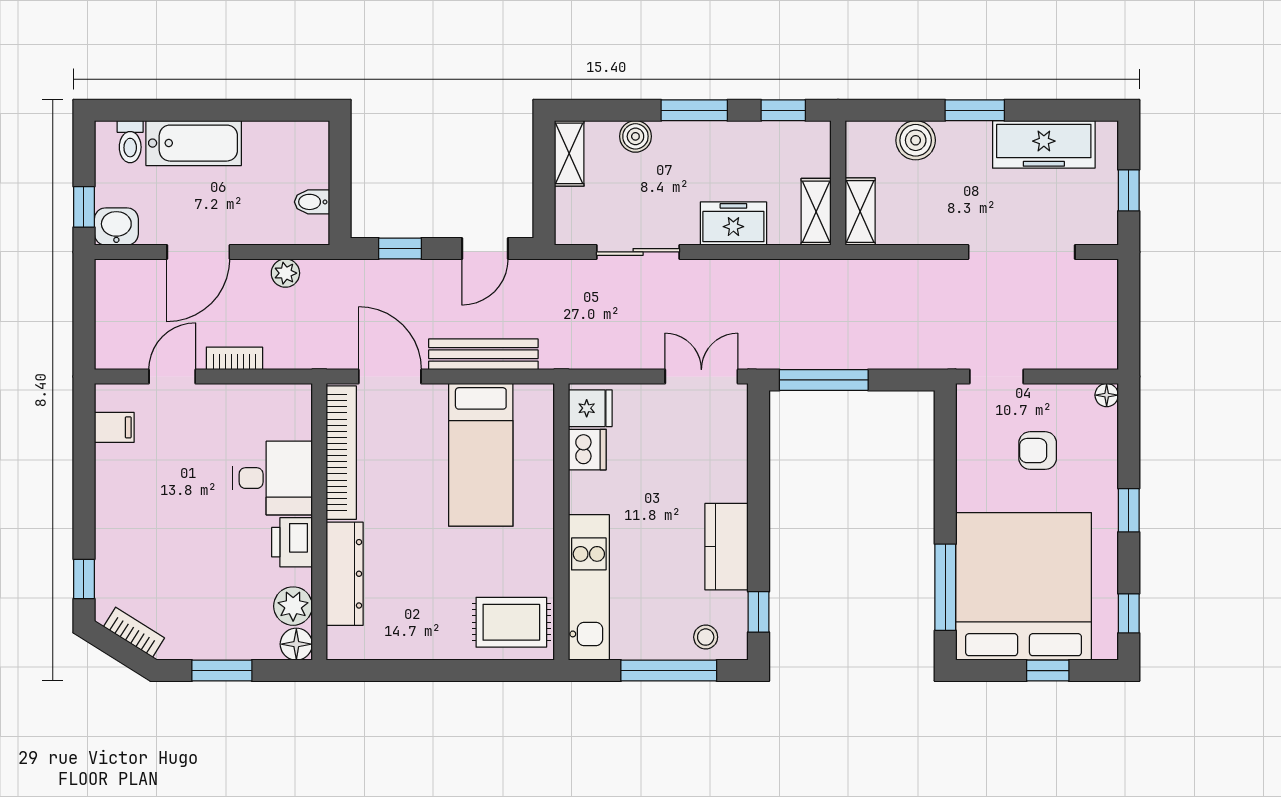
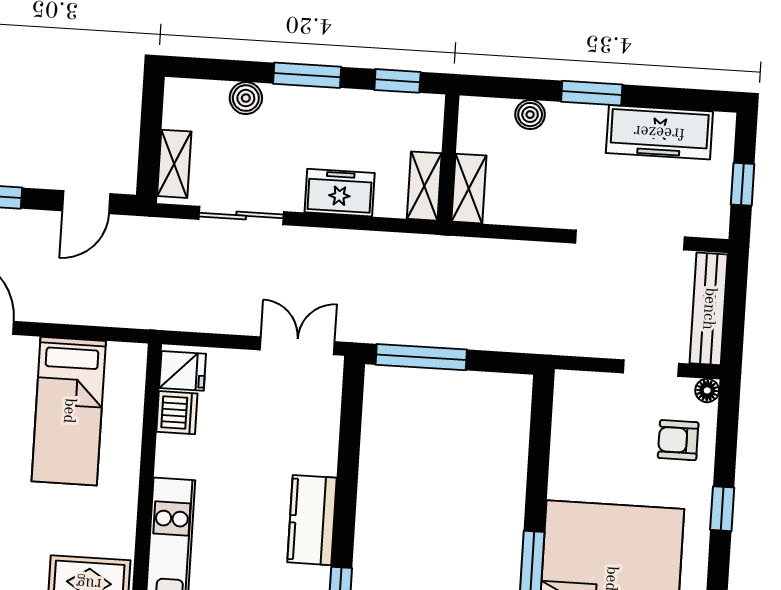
boiler: (916, 140) -> (530, 115), width x0.73, depth x0.73
shelving: (569, 153) -> (174, 164), moved
bench: (483, 354) -> (709, 309), moved, turned 90
doorway: (997, 377) -> (651, 368), moved
armchair: (1038, 451) -> (678, 440), moved

